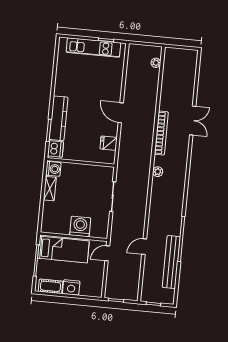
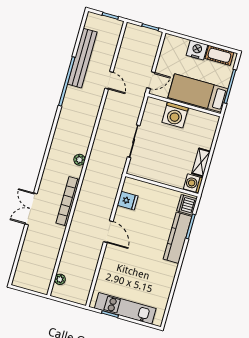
door: (144, 247) -> (109, 80), hinge flipped

